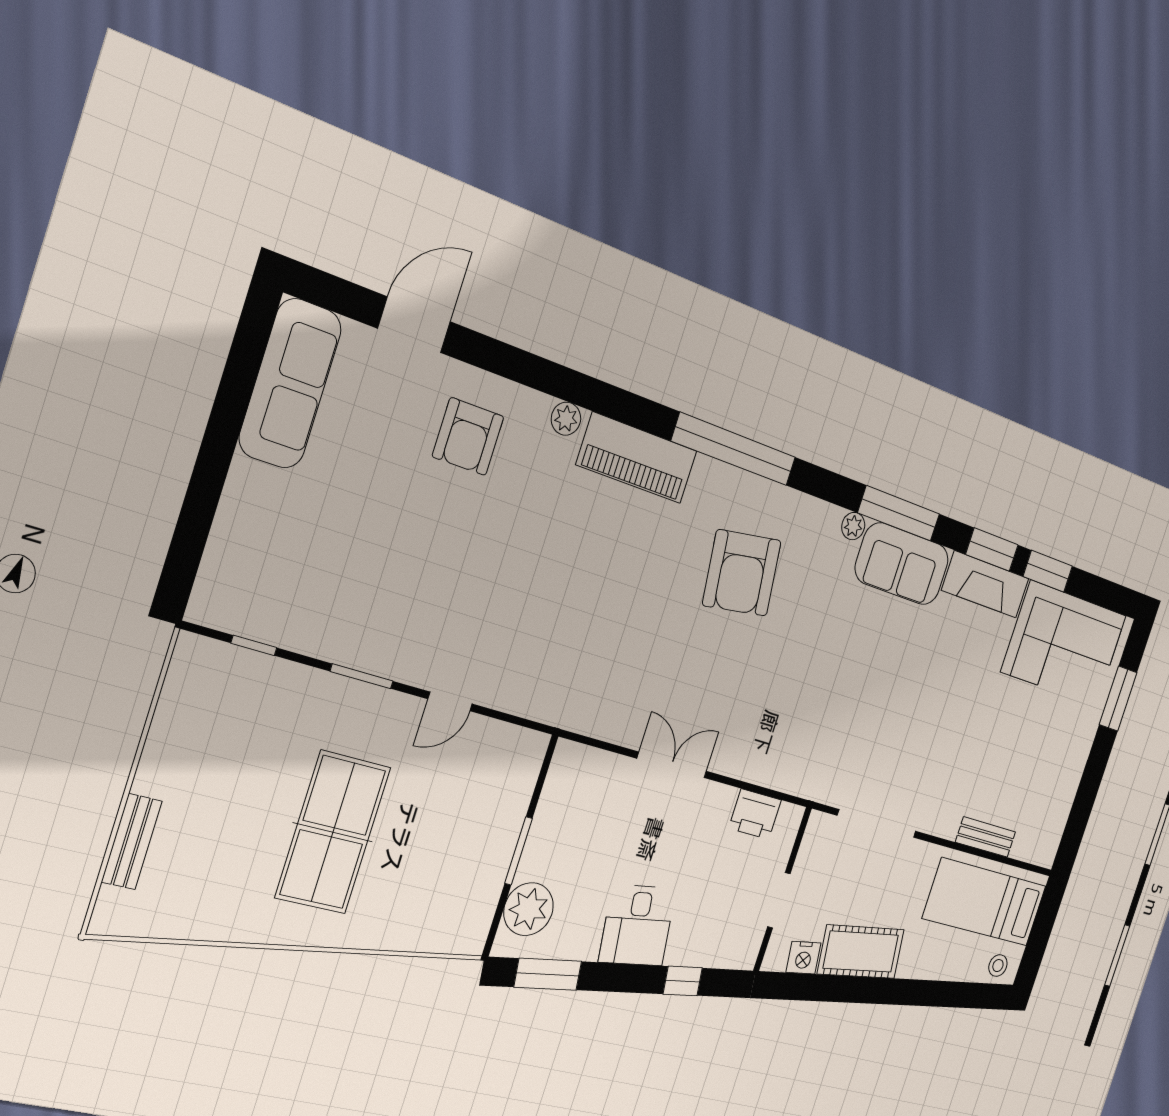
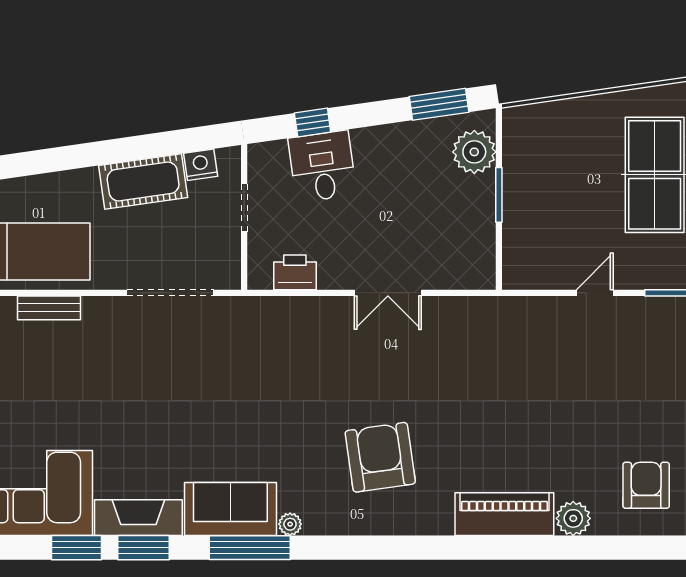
plant: (566, 419) -> (573, 518), width x1.38, depth x1.38
window: (734, 449) -> (423, 548), removed
desk: (637, 925) -> (322, 166), moved

